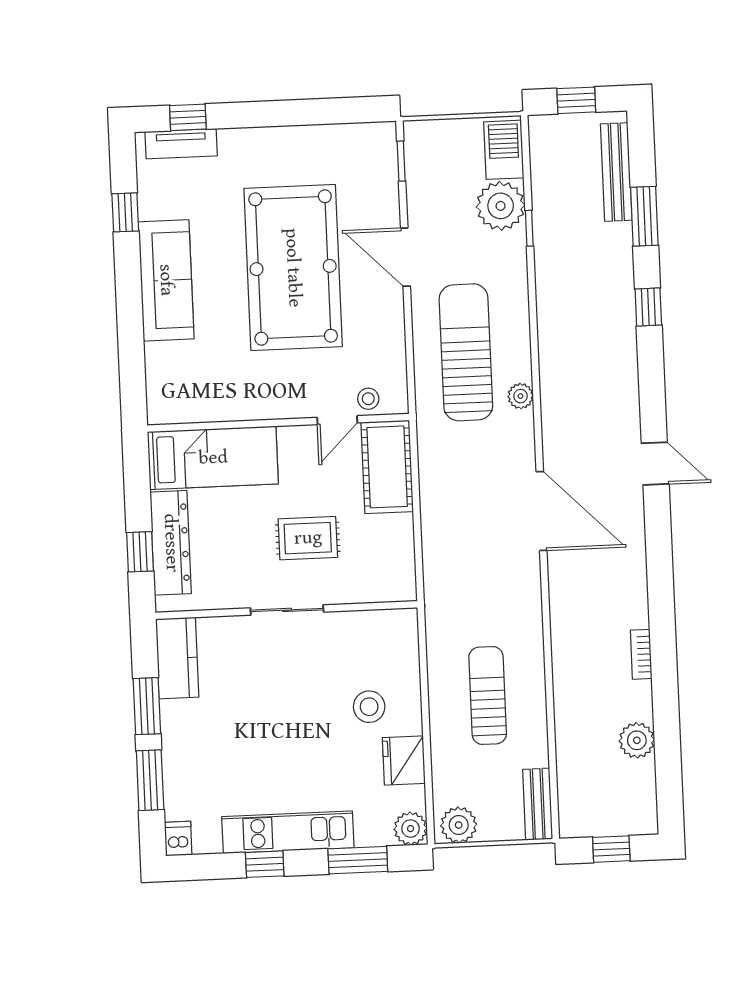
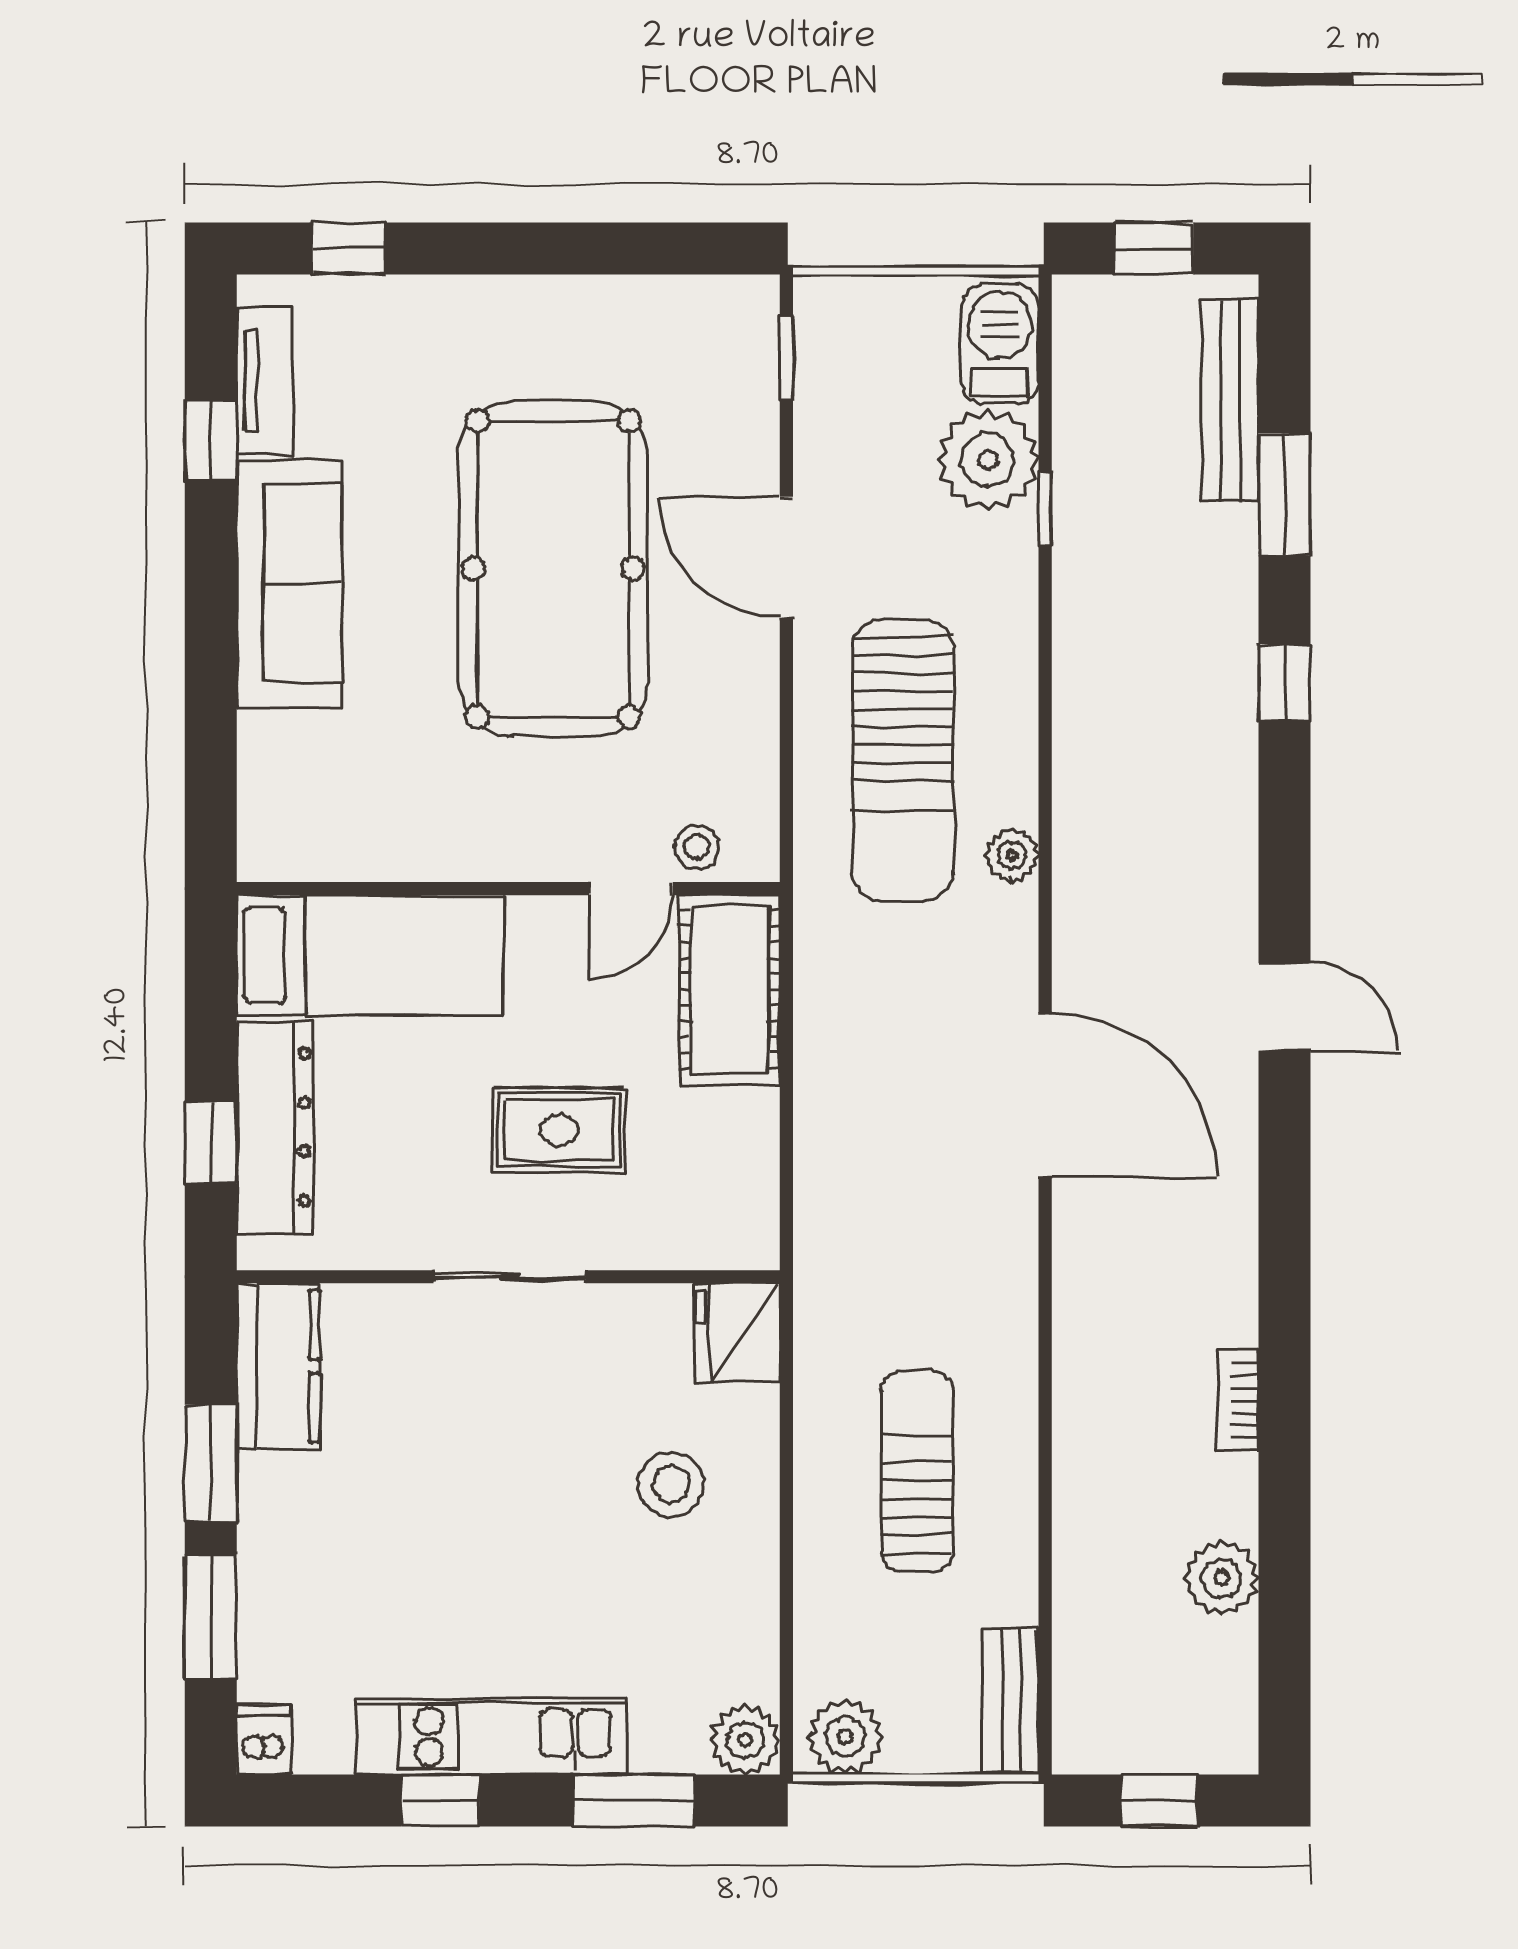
tv unit: (181, 144) -> (265, 381), moved, turned -90
sun lounger: (466, 352) -> (903, 760), turned 180
fridge: (404, 760) -> (738, 1332), moved

